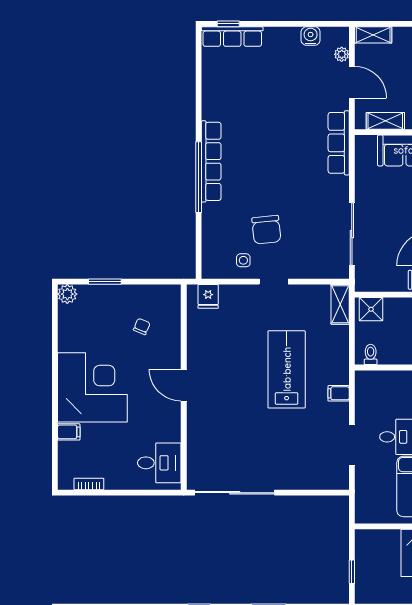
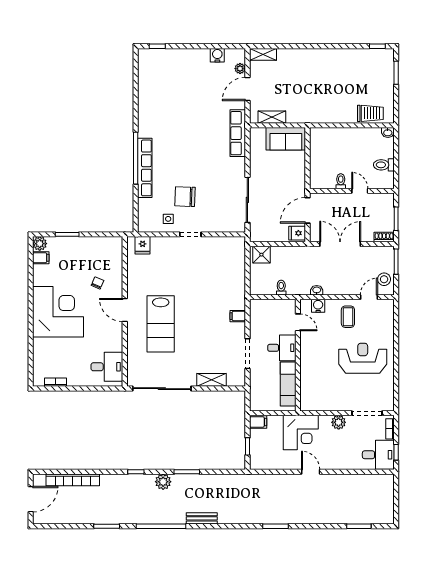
row of seats: (232, 37) -> (160, 56), removed
door: (352, 82) -> (247, 89), swing flipped
row of seats: (211, 161) -> (145, 168), moved
chair: (266, 230) -> (185, 197), turned 98
shelving: (340, 304) -> (212, 380), moved, turned 90
chair: (142, 326) -> (98, 283), moved
toilet: (371, 354) -> (281, 288), moved
lab bench: (287, 369) -> (161, 324), moved, turned 180
filing cabinet: (69, 432) -> (41, 258), moved
filing cabinet: (366, 538) -> (258, 422), added

